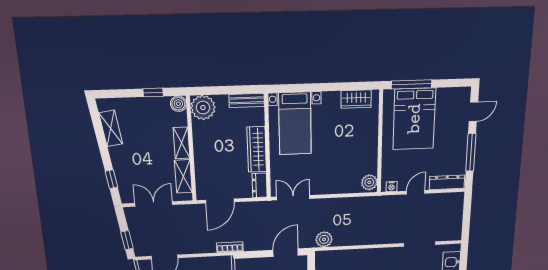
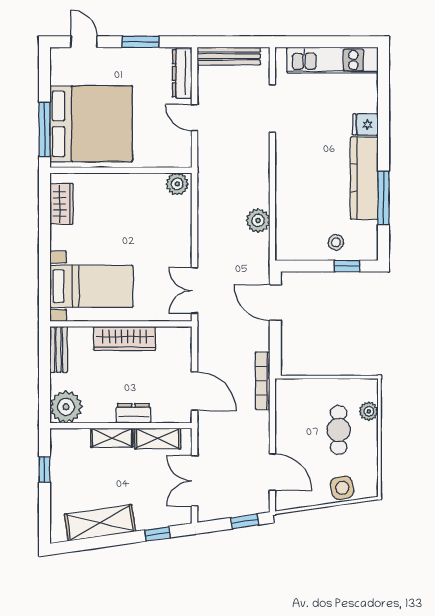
boiler: (178, 104) -> (60, 438), removed
bed: (414, 119) -> (91, 124), width x1.36
shelving: (111, 128) -> (100, 523), width x1.50, depth x1.33
window: (471, 152) -> (141, 42), width x0.69
dresser: (260, 185) -> (133, 413), moved, turned 180
nightstand: (392, 187) -> (185, 152), removed
bench: (457, 213) -> (229, 56), added
plant: (324, 239) -> (258, 220), moved
bookcase: (230, 247) -> (262, 381), width x1.56

